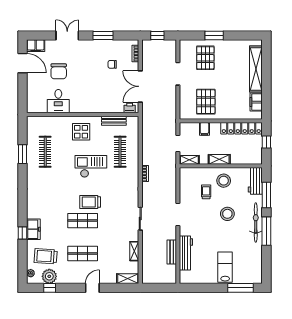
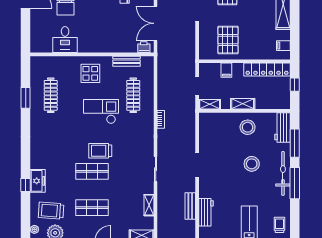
filing cabinet: (256, 102) -> (283, 46), width x0.50
trolley: (206, 192) -> (280, 225), moved
workbench: (186, 253) -> (206, 212), width x0.73

